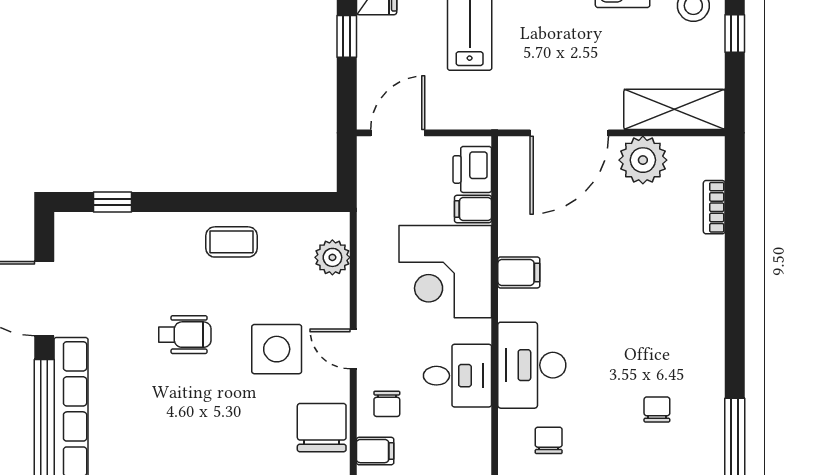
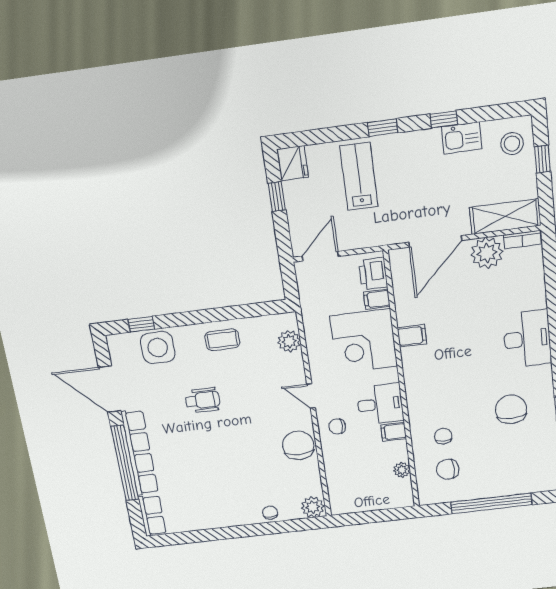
bookcase: (714, 207) -> (522, 240), moved, turned -90
side table: (277, 349) -> (158, 348), moved
desk: (532, 365) -> (527, 339), moved, turned 180
chair: (387, 404) -> (337, 426), turned 90
chair: (657, 409) -> (511, 409), width x1.87, depth x1.87
filing cabinet: (375, 451) -> (394, 432), moved, turned 180

